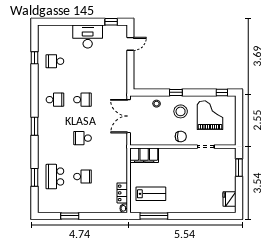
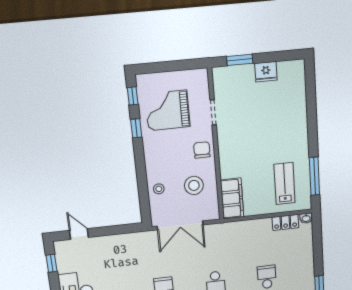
window: (176, 92) -> (136, 128), moved
stool: (181, 111) -> (194, 185), moved
fridge: (230, 199) -> (266, 72), moved

